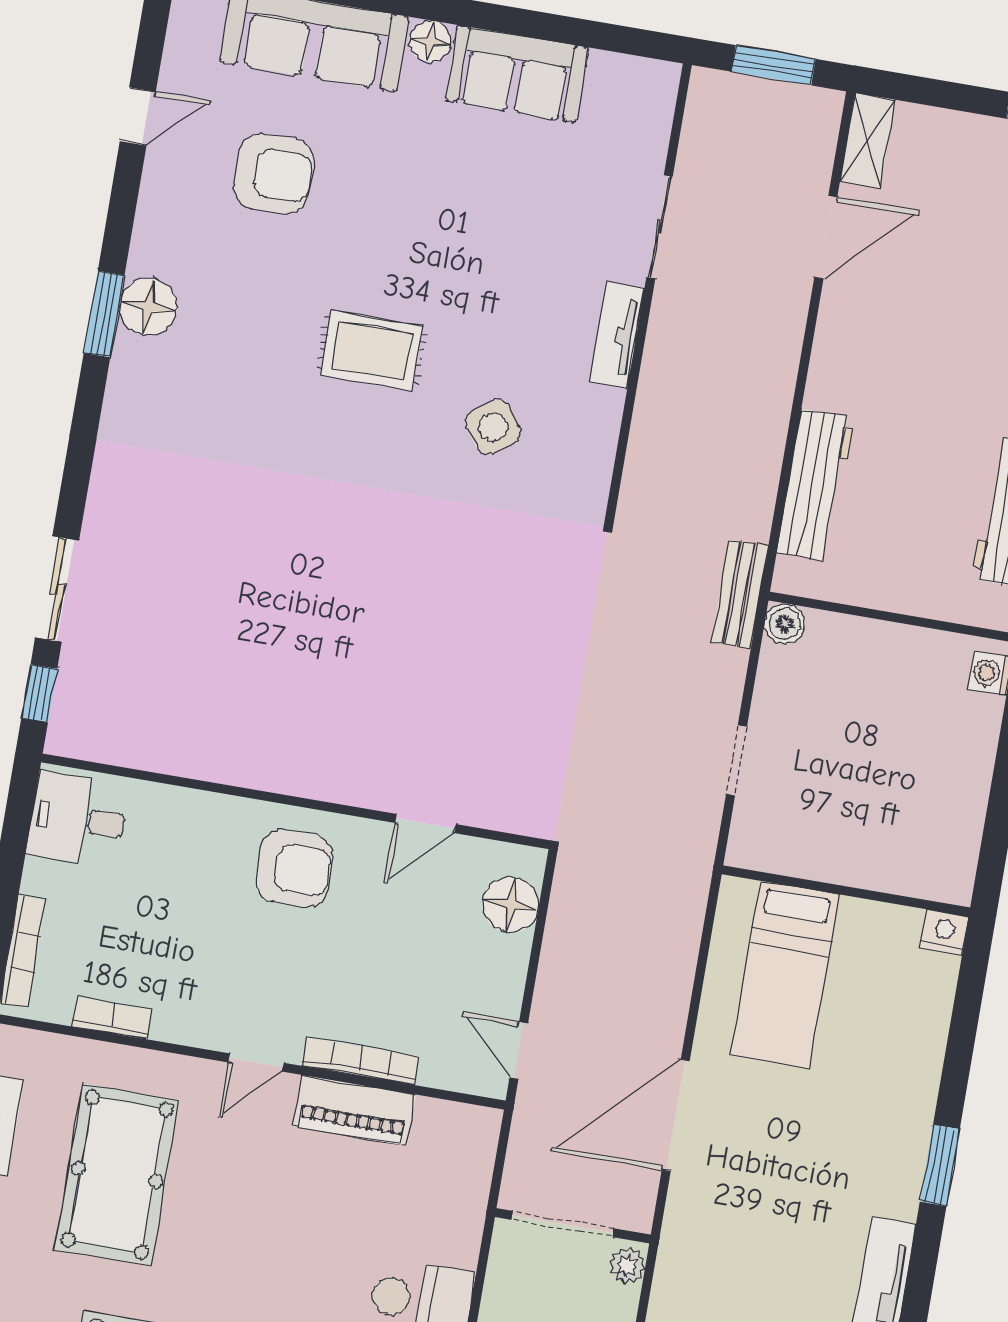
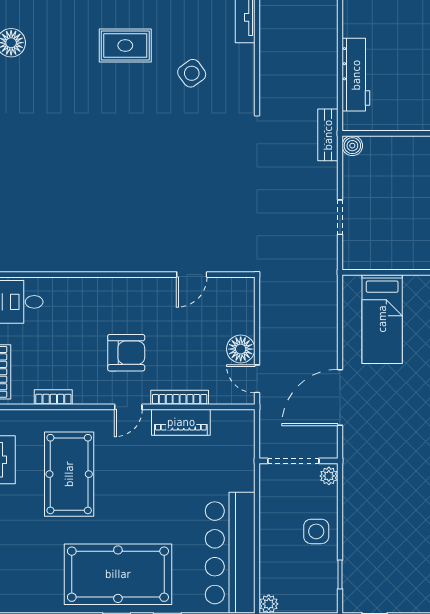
armchair: (294, 868) -> (126, 353), moved
floor lamp: (511, 905) -> (241, 349), moved

